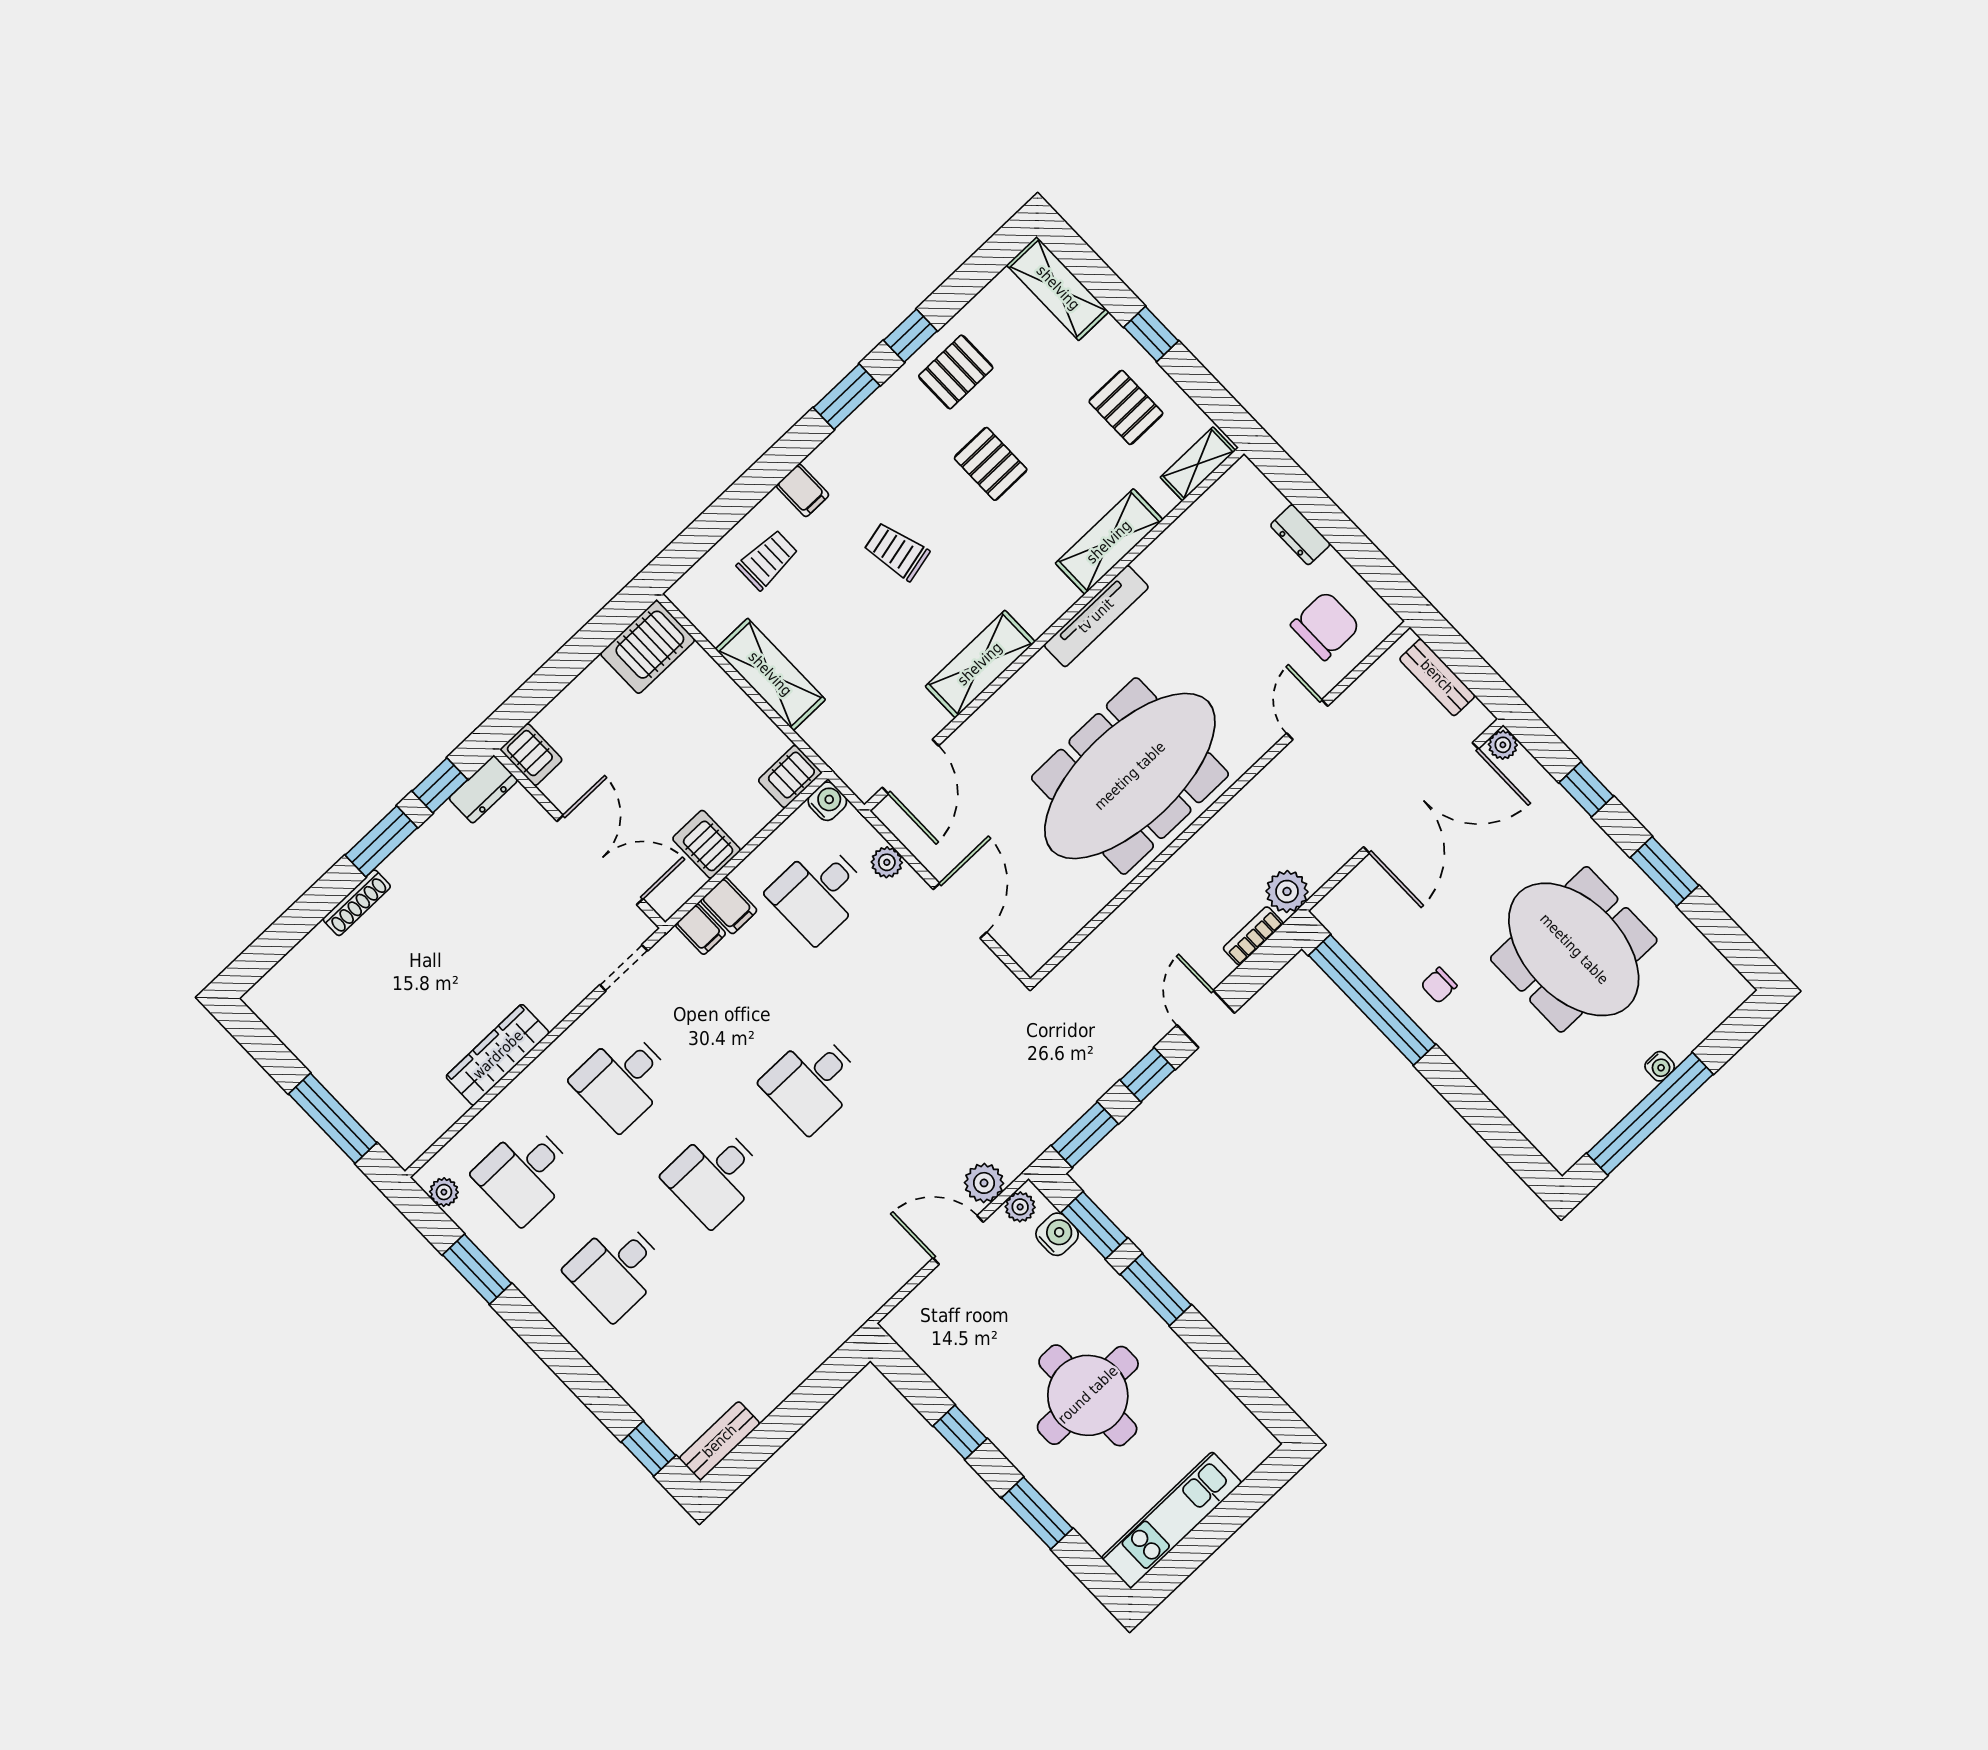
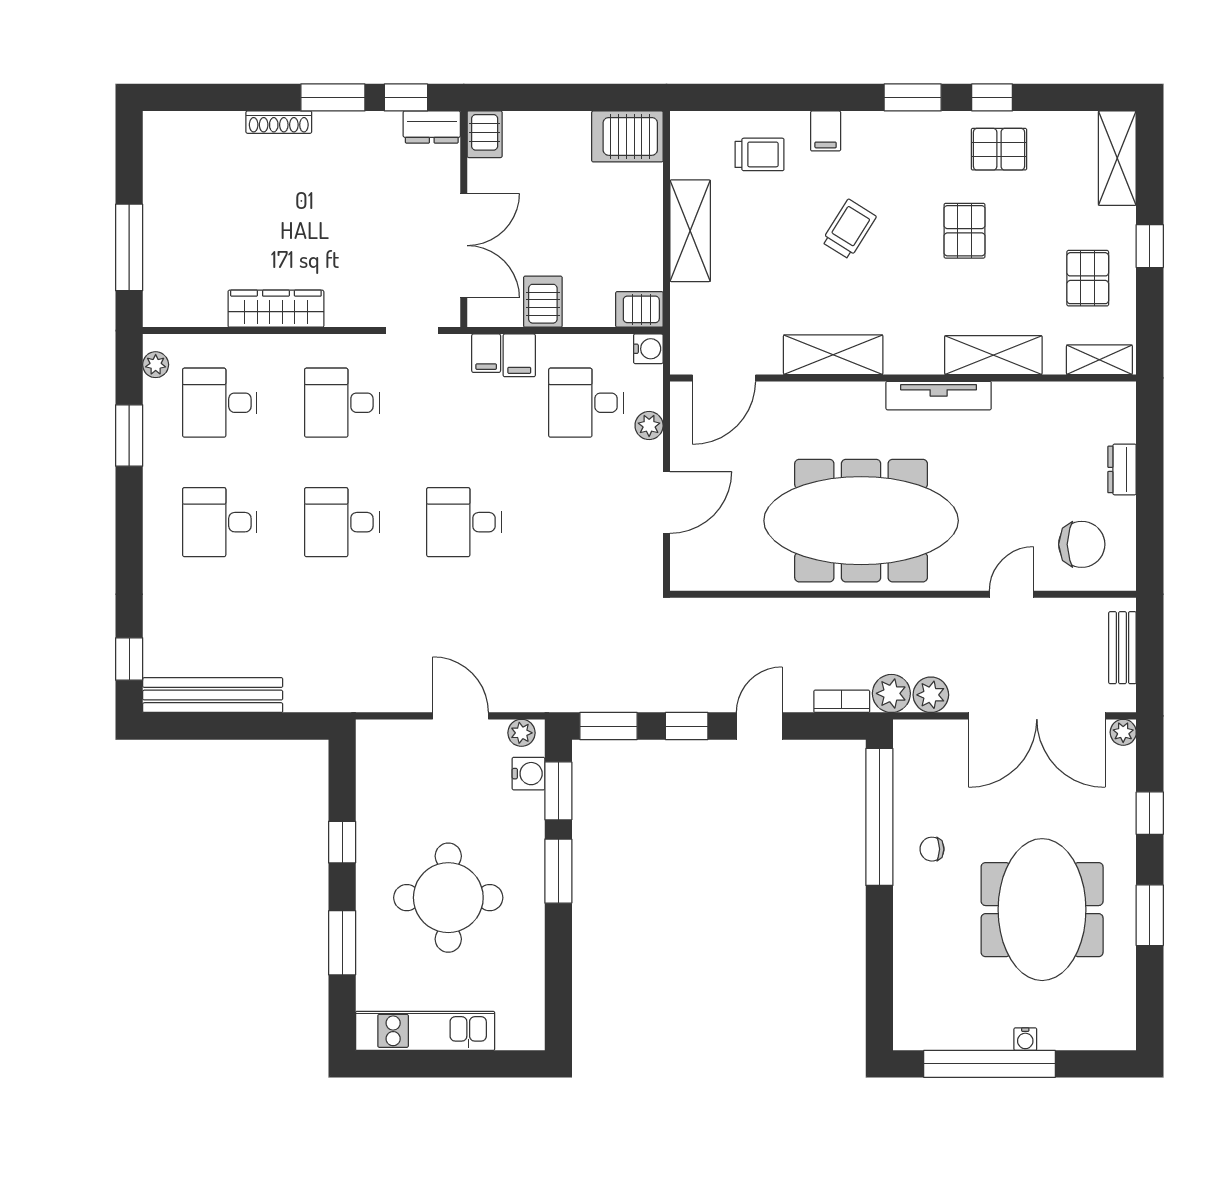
trolley: (897, 551) -> (849, 229), turned 45
plant: (984, 1183) -> (931, 695), moved
bench: (720, 1441) -> (213, 695), width x1.86, depth x1.21

